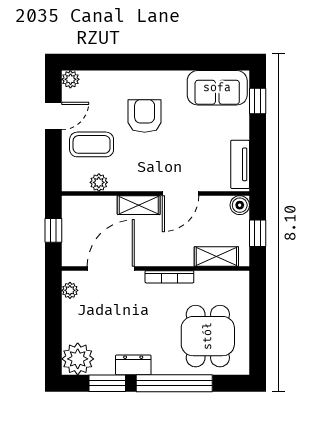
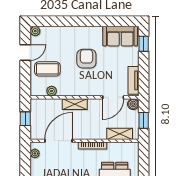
armchair: (145, 116) -> (86, 59), moved
door: (181, 193) -> (113, 97), moved

